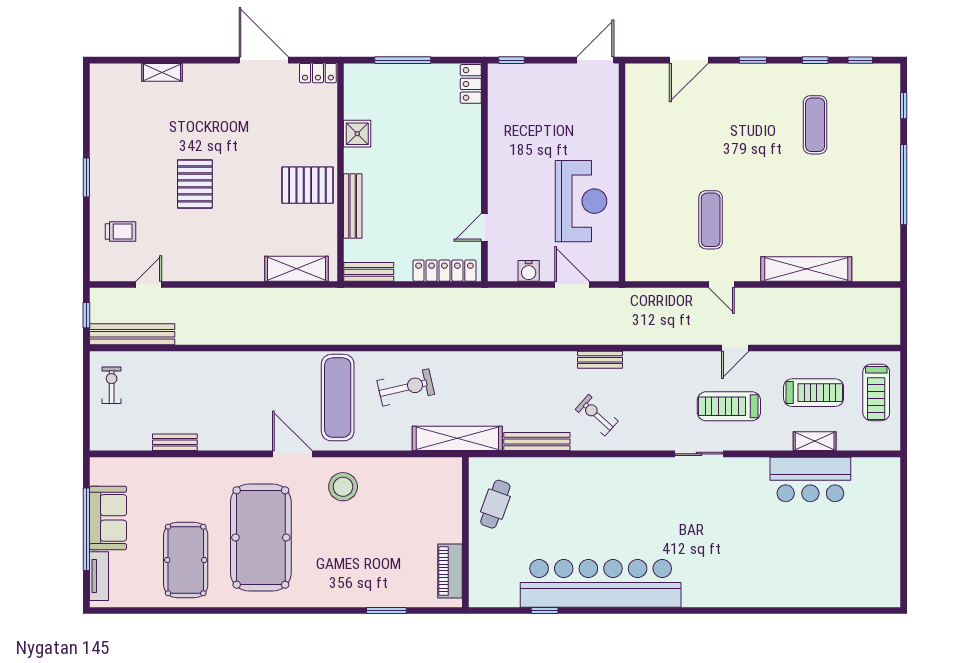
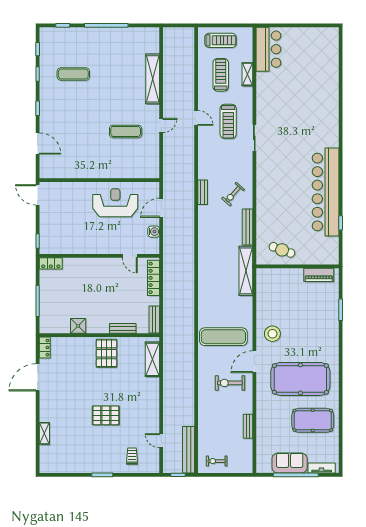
bench: (353, 206) -> (123, 328), width x0.73
exercise bike: (406, 387) -> (230, 383), moved, turned -77
bar counter: (810, 479) -> (268, 49), moved

